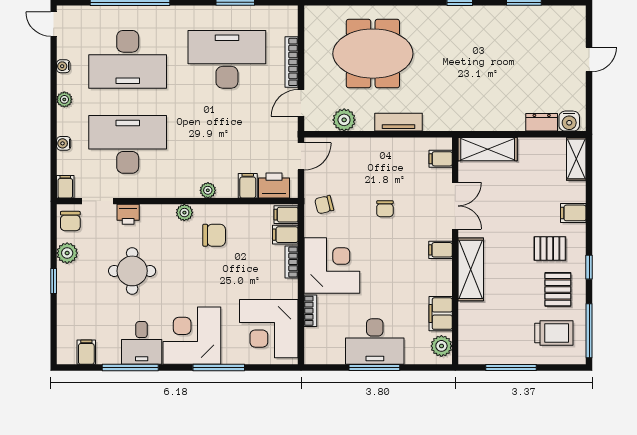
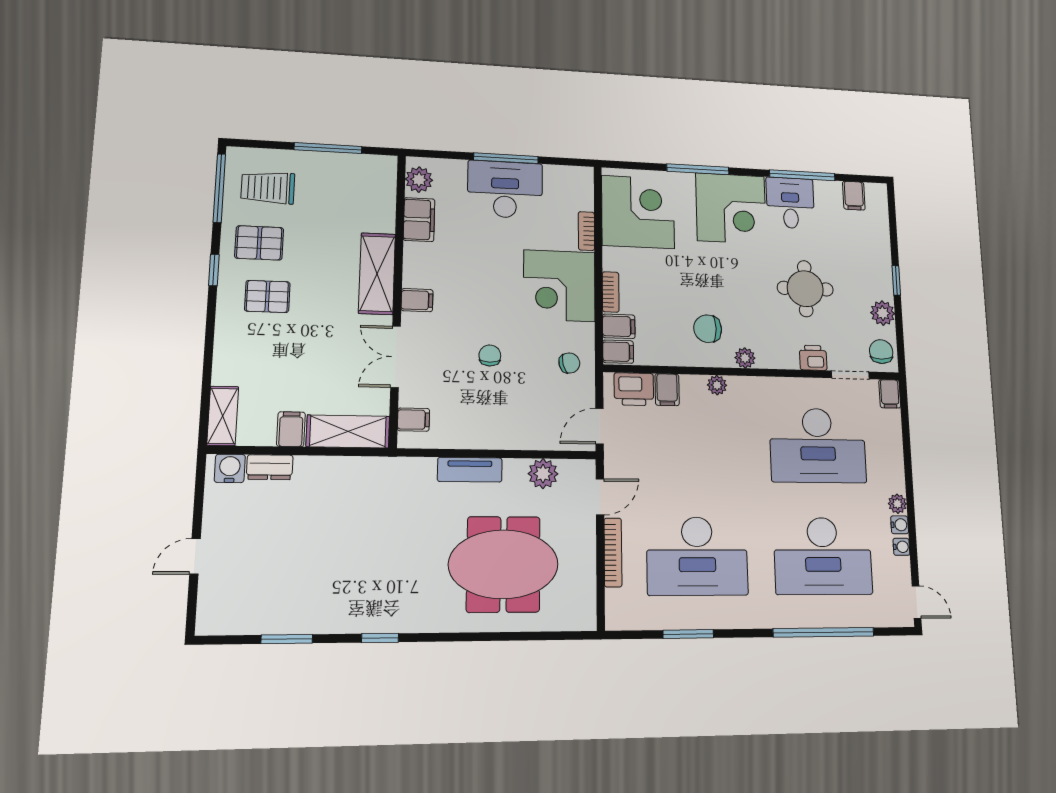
desk: (128, 59) -> (823, 556), turned 180
water cooler: (64, 143) -> (900, 525), moved
filing cabinet: (573, 213) -> (291, 429), moved, turned -90
pallet: (558, 289) -> (259, 243), turned 90

